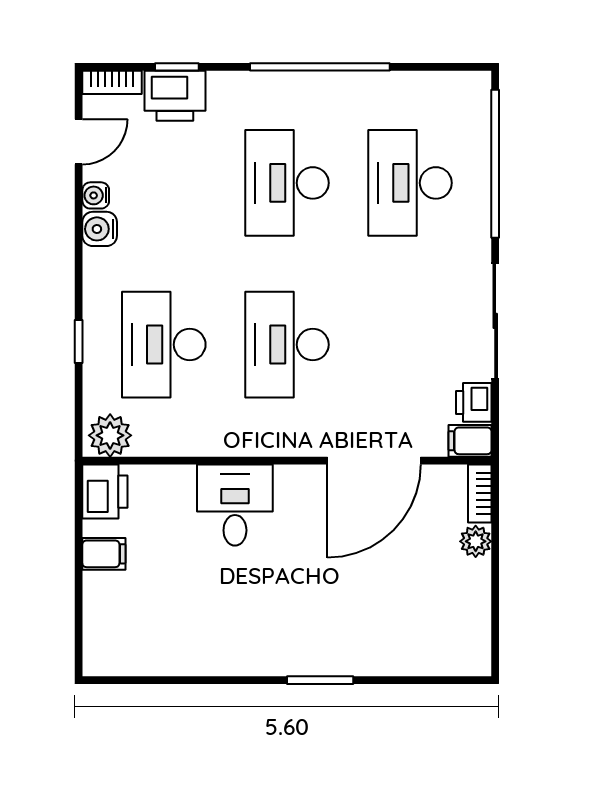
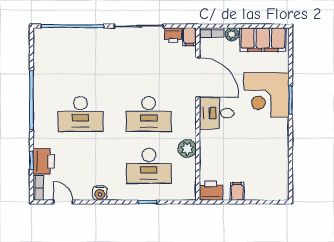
desk: (410, 183) -> (80, 62), removed
water cooler: (96, 195) -> (86, 195), removed
plant: (110, 435) -> (187, 149), moved
desk: (235, 505) -> (217, 113), moved
filing cabinet: (463, 615) -> (263, 40), added
corner desk: (332, 623) -> (267, 95), added

